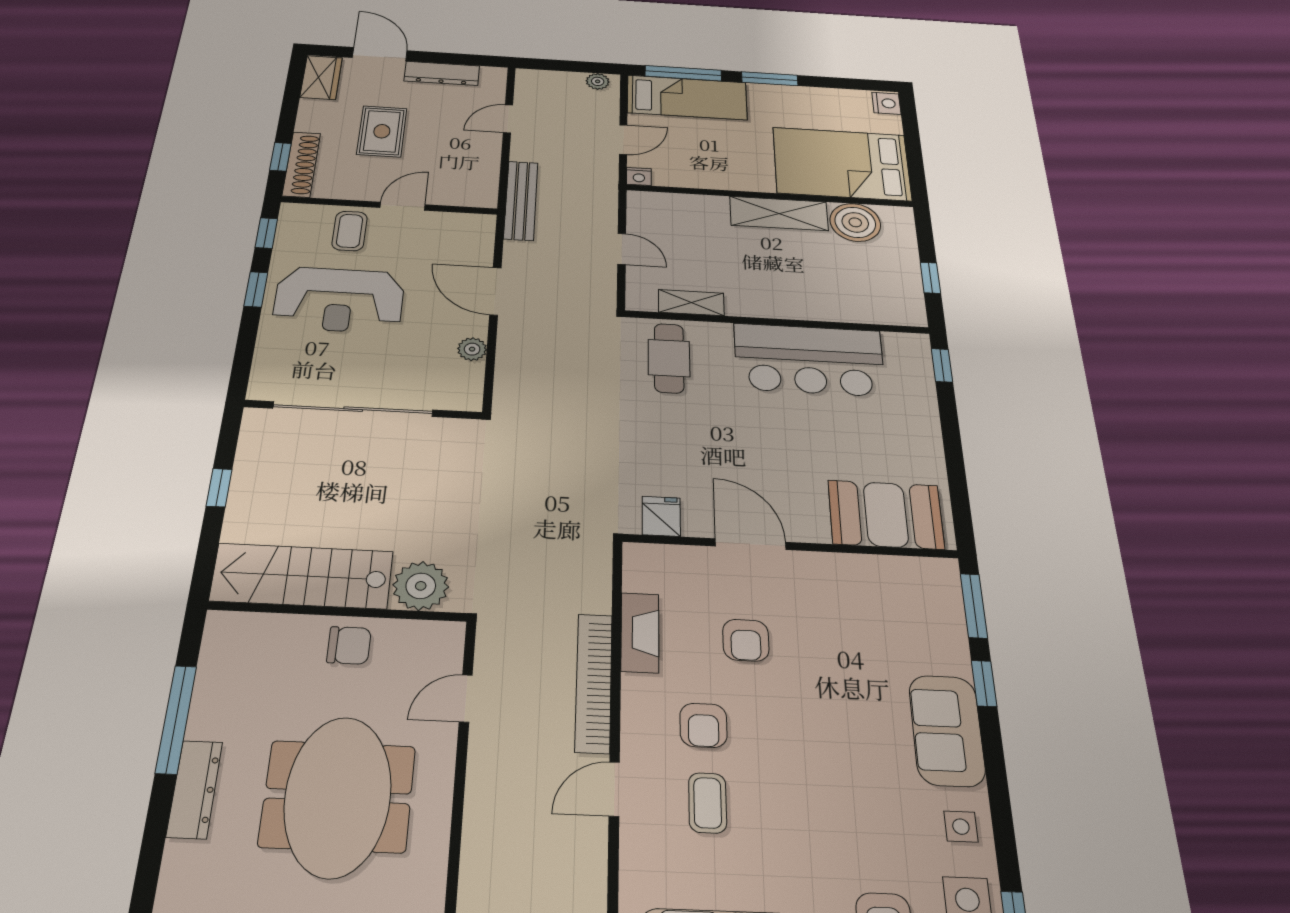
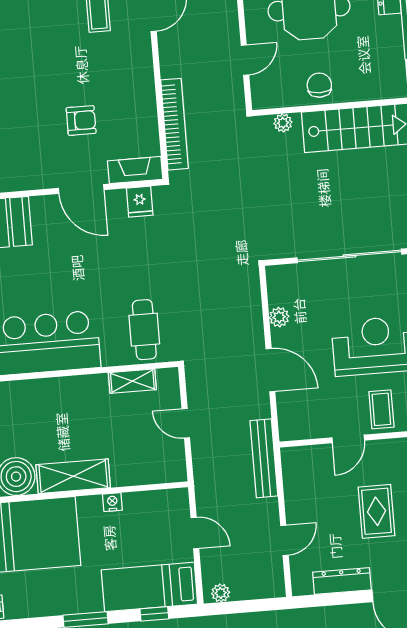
window: (683, 73) -> (154, 614), width x0.46
door: (623, 140) -> (195, 533), swing flipped
nightstand: (639, 176) -> (112, 502), moved
plant: (421, 586) -> (283, 123), width x0.53, depth x0.53
fireplace: (640, 633) -> (135, 170), moved, turned 90
armchair: (746, 640) -> (81, 120), turned 90
chair: (349, 645) -> (319, 85), turned 90
bookcase: (594, 682) -> (174, 124), moved
armchair: (703, 725) -> (104, 61), removed

